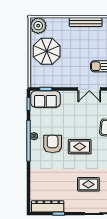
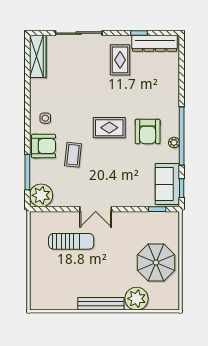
plant: (38, 26) -> (136, 299), moved
double door: (89, 89) -> (96, 209), swing flipped
sofa: (45, 99) -> (167, 184), moved, turned -90
rug: (88, 184) -> (120, 60), moved, turned 90

